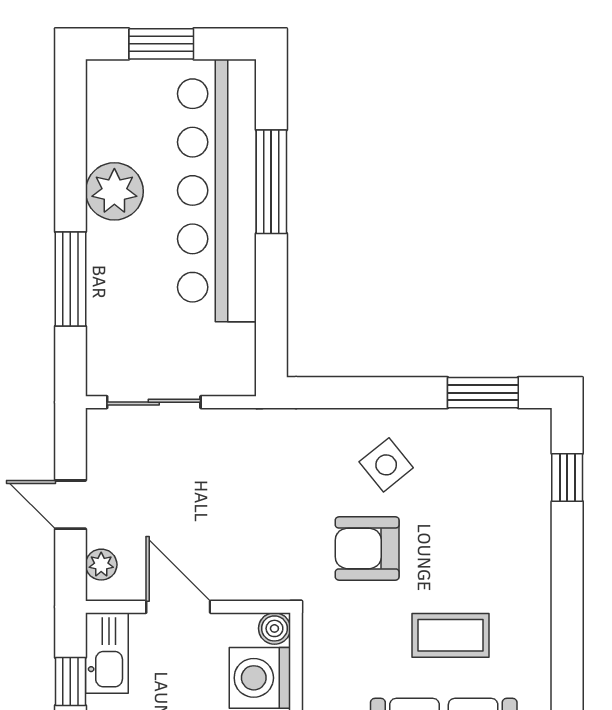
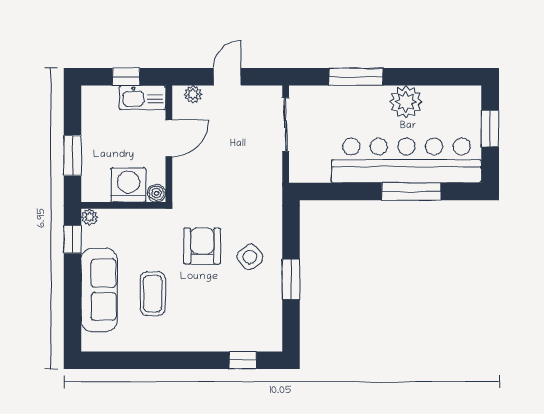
window: (483, 393) -> (291, 279), moved

